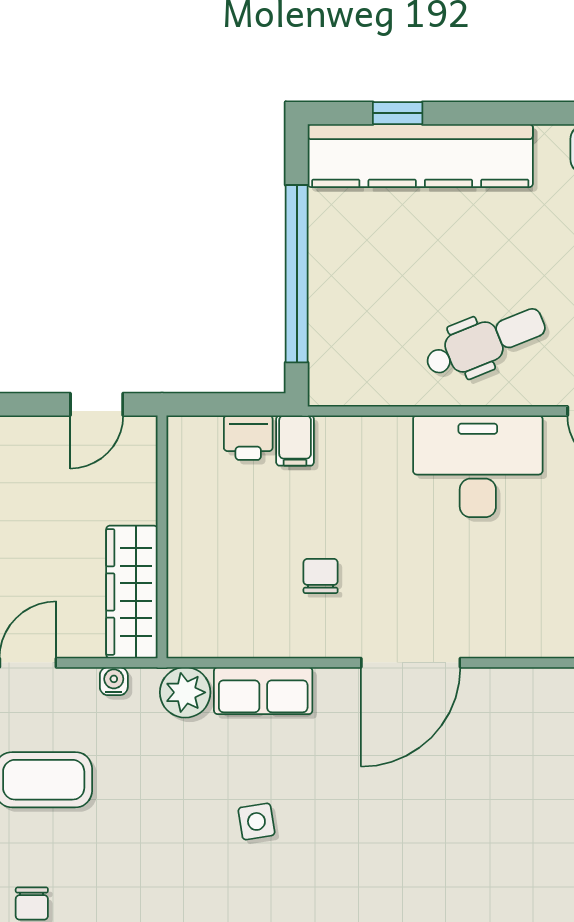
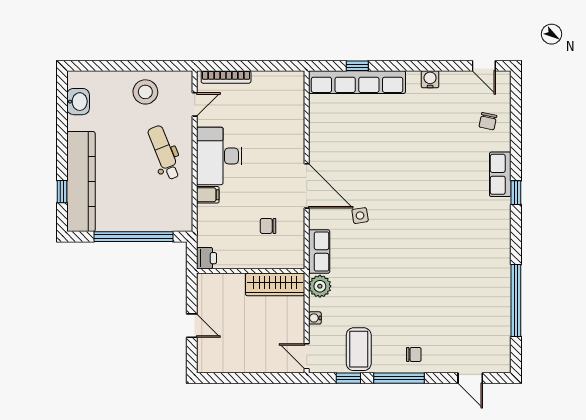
filing cabinet: (295, 441) -> (208, 195), moved
wall: (162, 537) -> (251, 271), moved
wardrobe: (132, 592) -> (275, 284), moved
side table: (256, 821) -> (360, 216), moved

